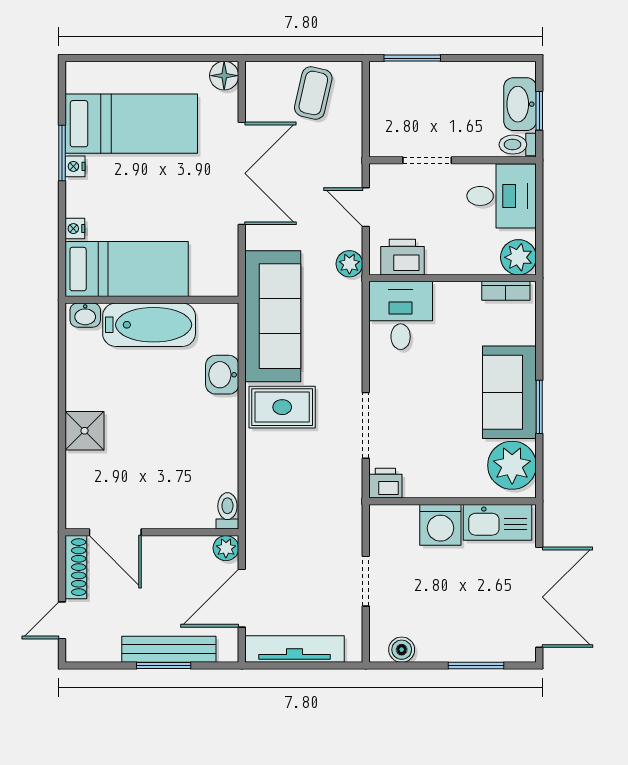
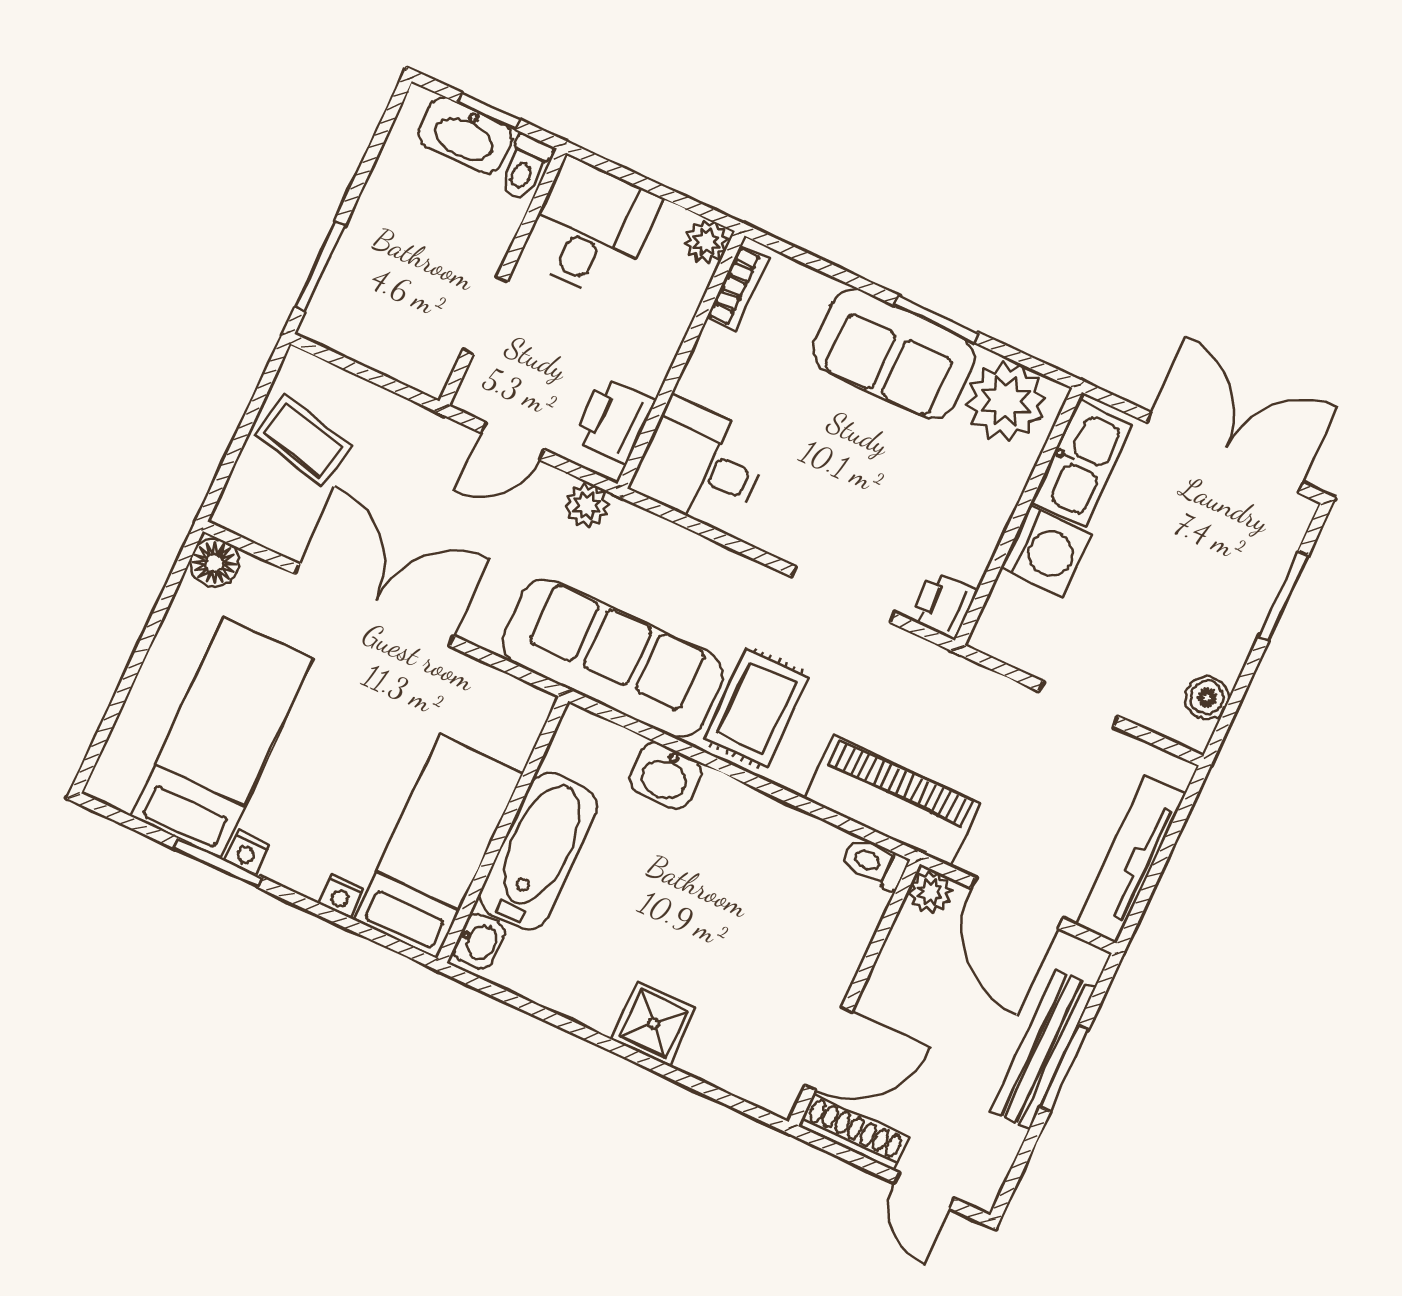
plant: (518, 257) -> (706, 242), width x0.73, depth x0.73
piano: (266, 505) -> (893, 801), added

